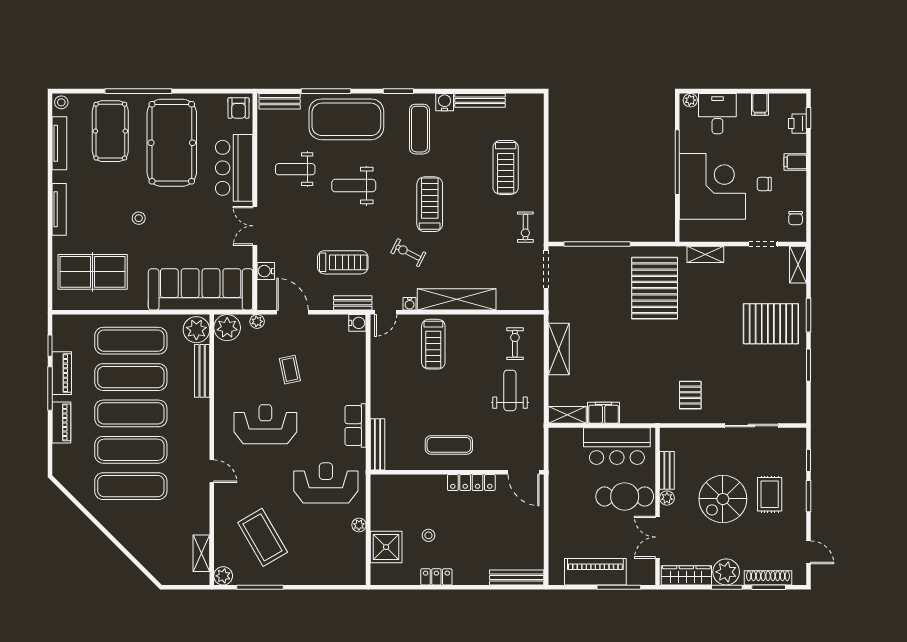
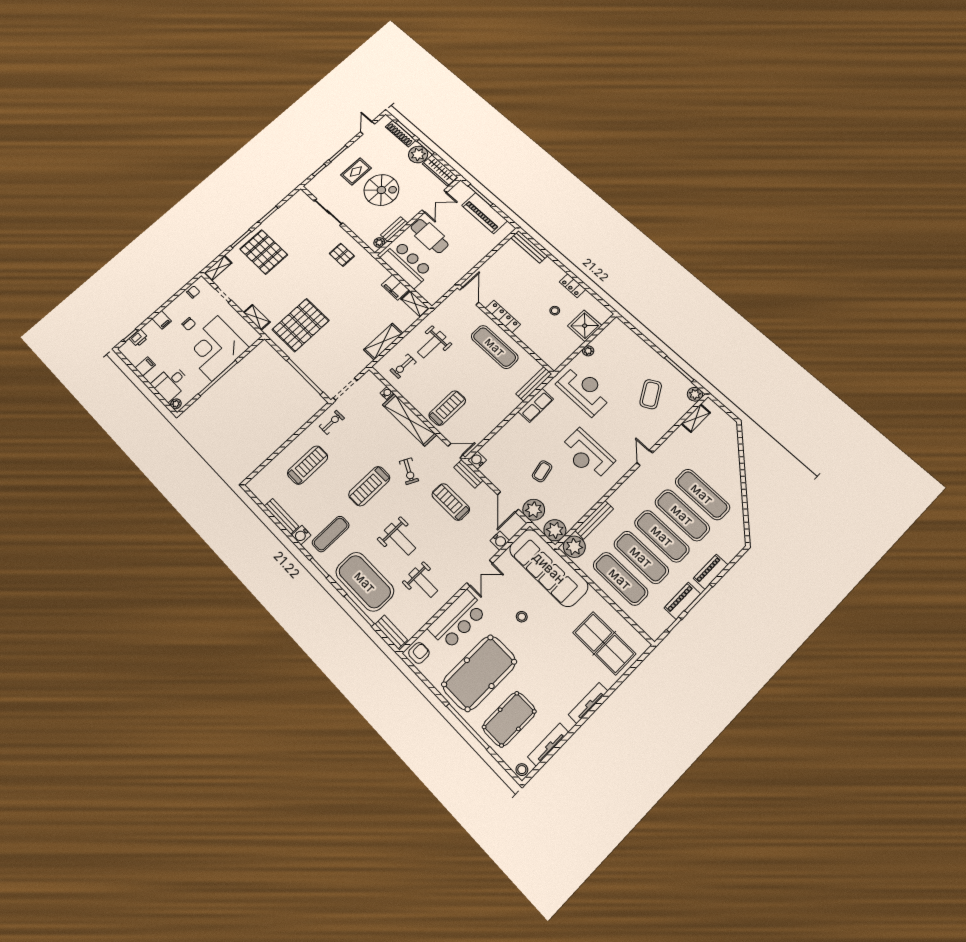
stool: (139, 218) -> (522, 617), moved
water cooler: (410, 304) -> (387, 393), moved
plant: (257, 321) -> (534, 510), width x1.87, depth x1.87
pallet: (690, 395) -> (342, 255), turned 90
exercise mat: (449, 445) -> (495, 347), width x1.36, depth x1.45
reception desk: (326, 483) -> (584, 390), turned 180
plant: (667, 498) -> (379, 242), moved
coffee table: (263, 537) -> (651, 394), width x0.73, depth x0.76

